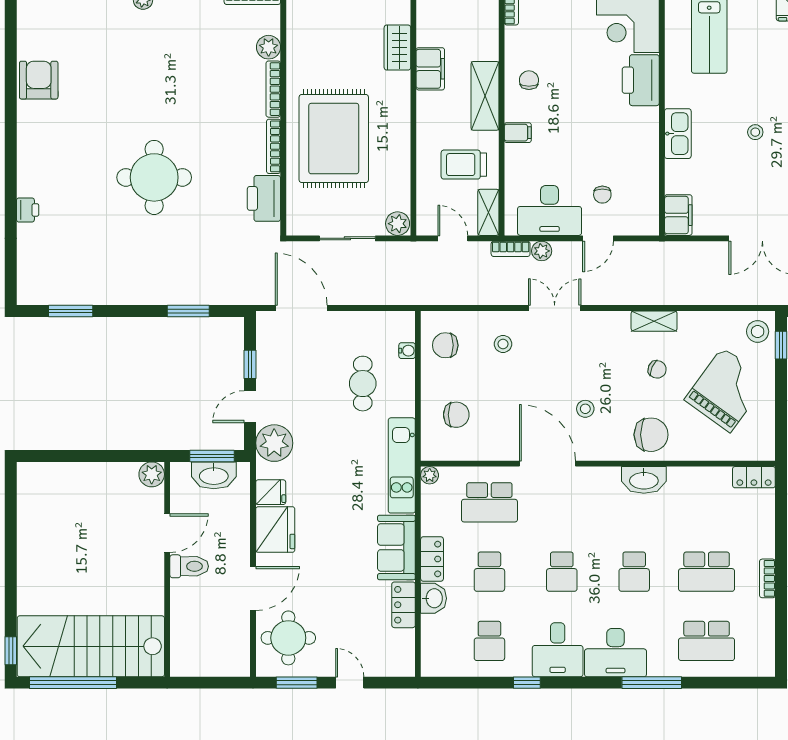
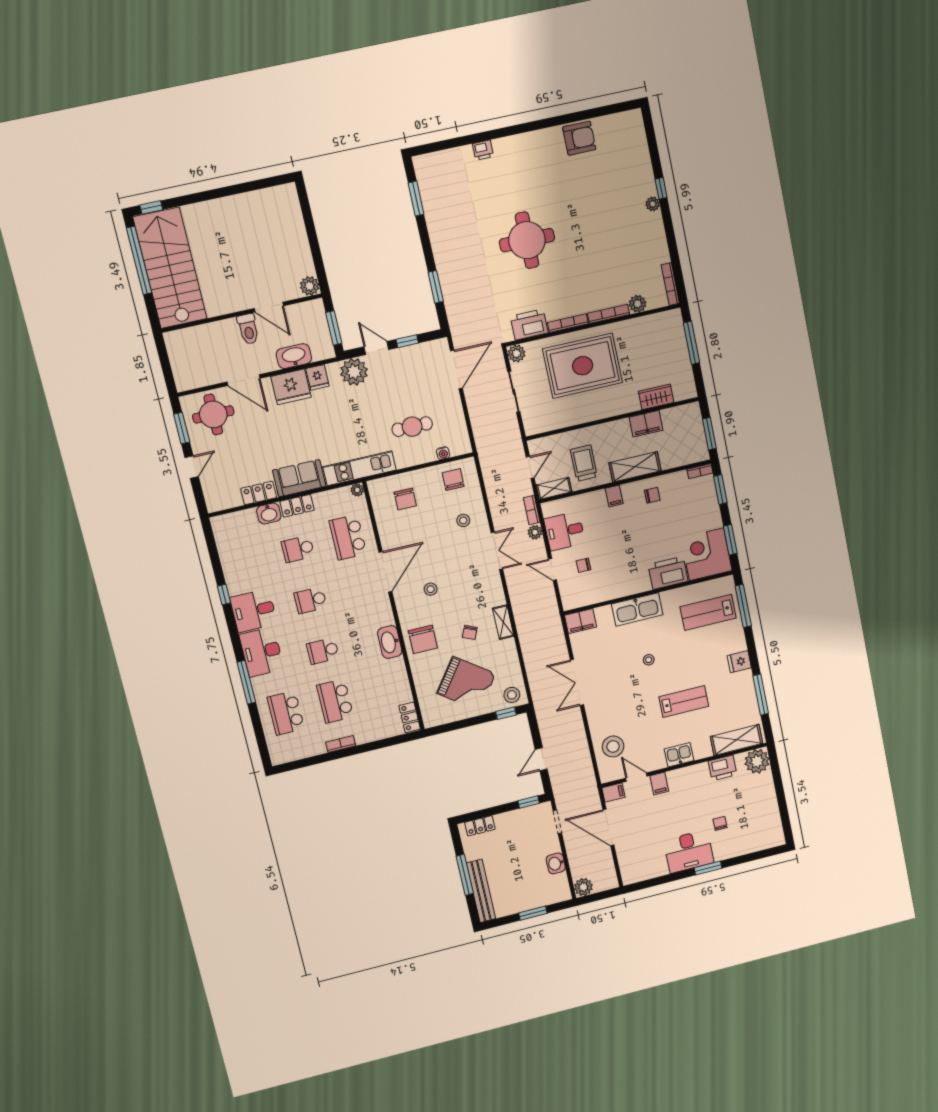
kitchen sink: (678, 134) -> (637, 609), width x1.36, depth x1.24
desk: (550, 210) -> (565, 531), width x0.73
plant: (398, 224) -> (516, 353), moved
washbasin: (214, 475) -> (294, 356), moved, turned 90
school desk: (489, 641) -> (248, 561), removed

